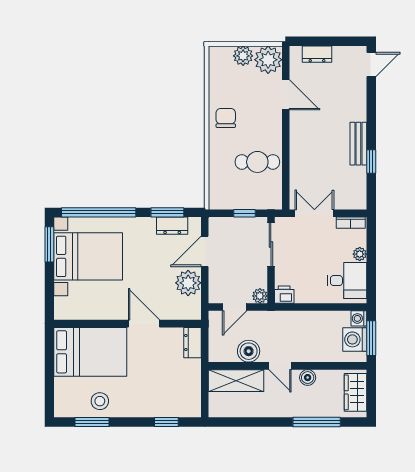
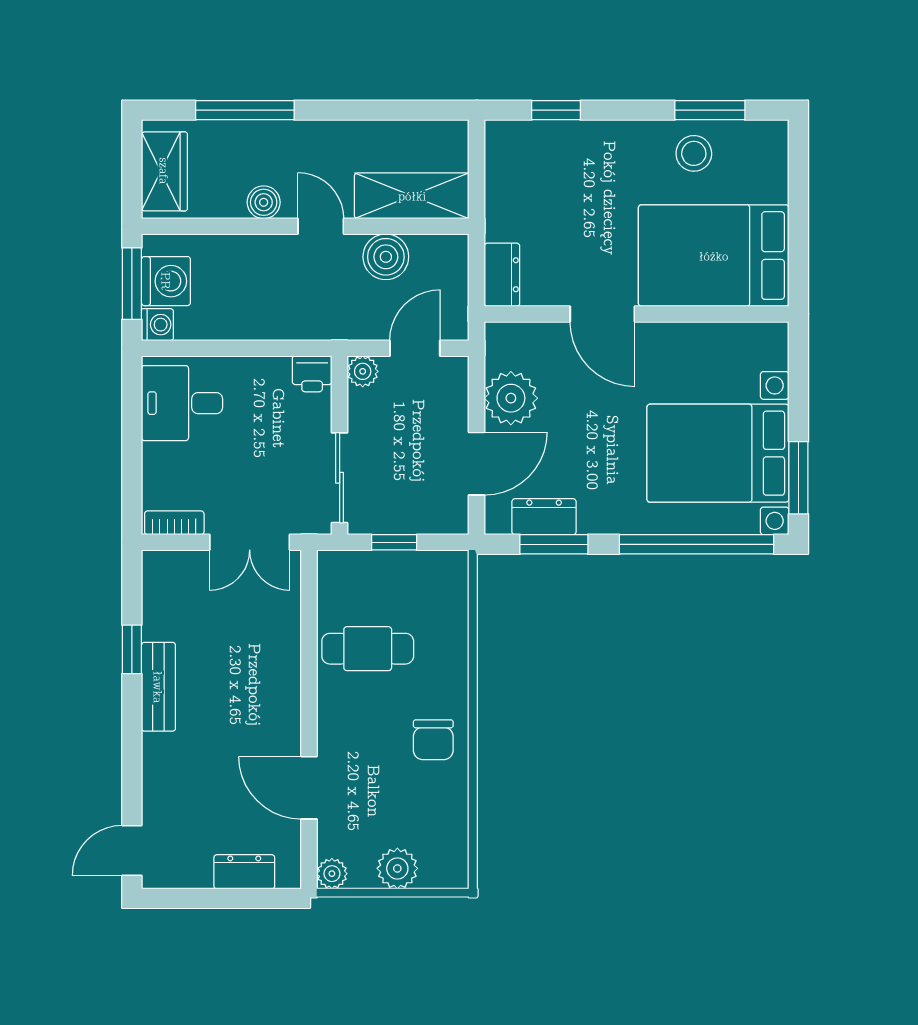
plant: (268, 60) -> (332, 874), width x0.53, depth x0.53
plant: (360, 254) -> (156, 458), removed

